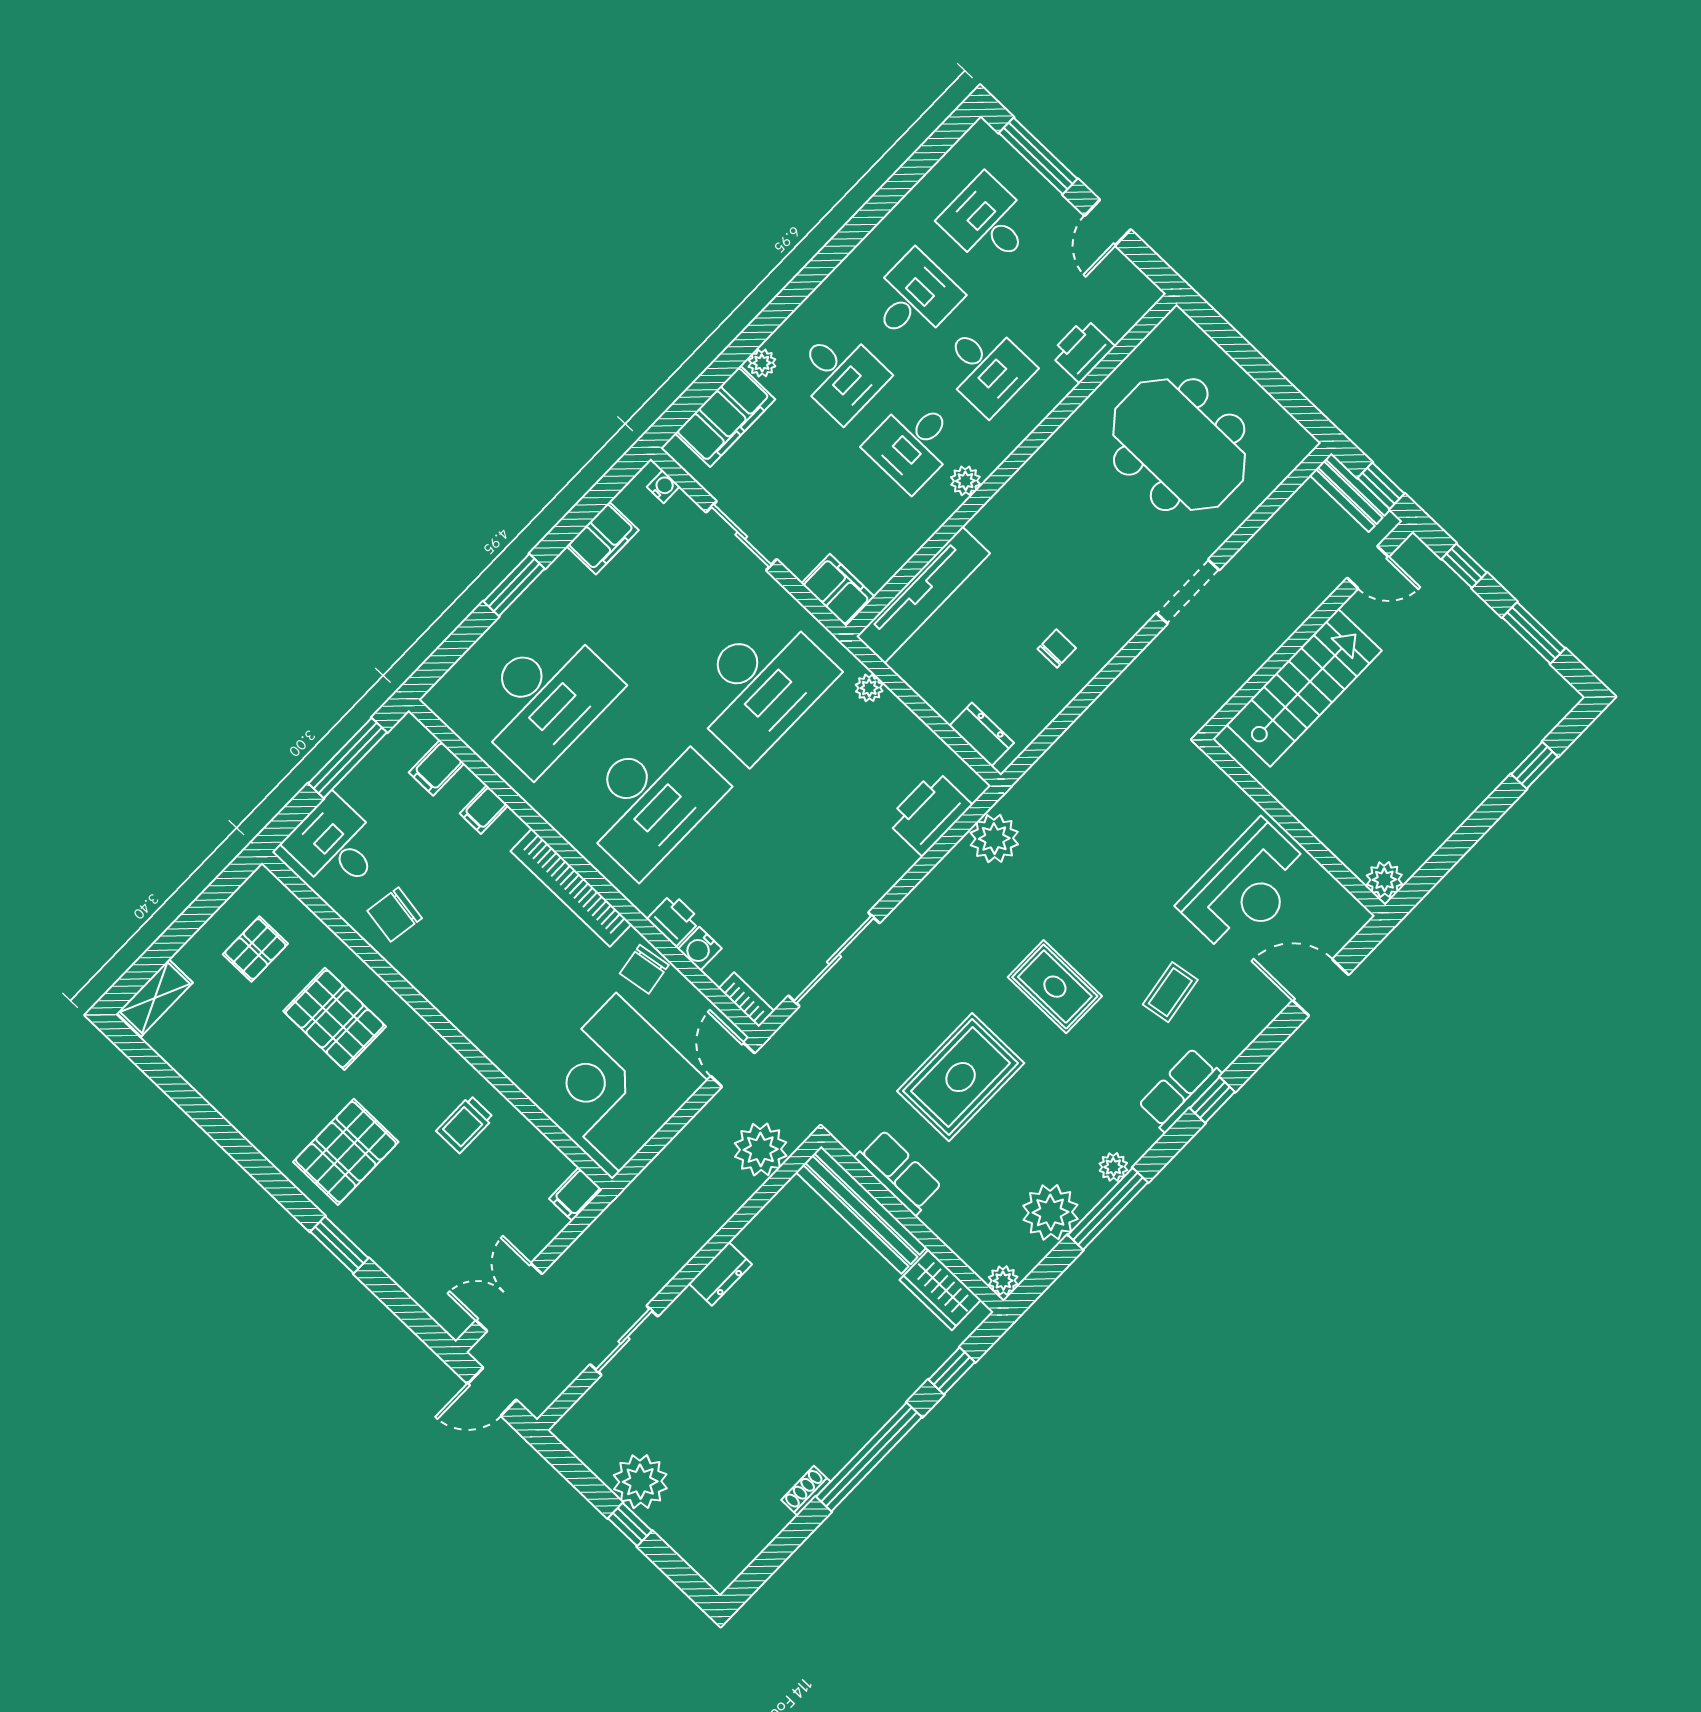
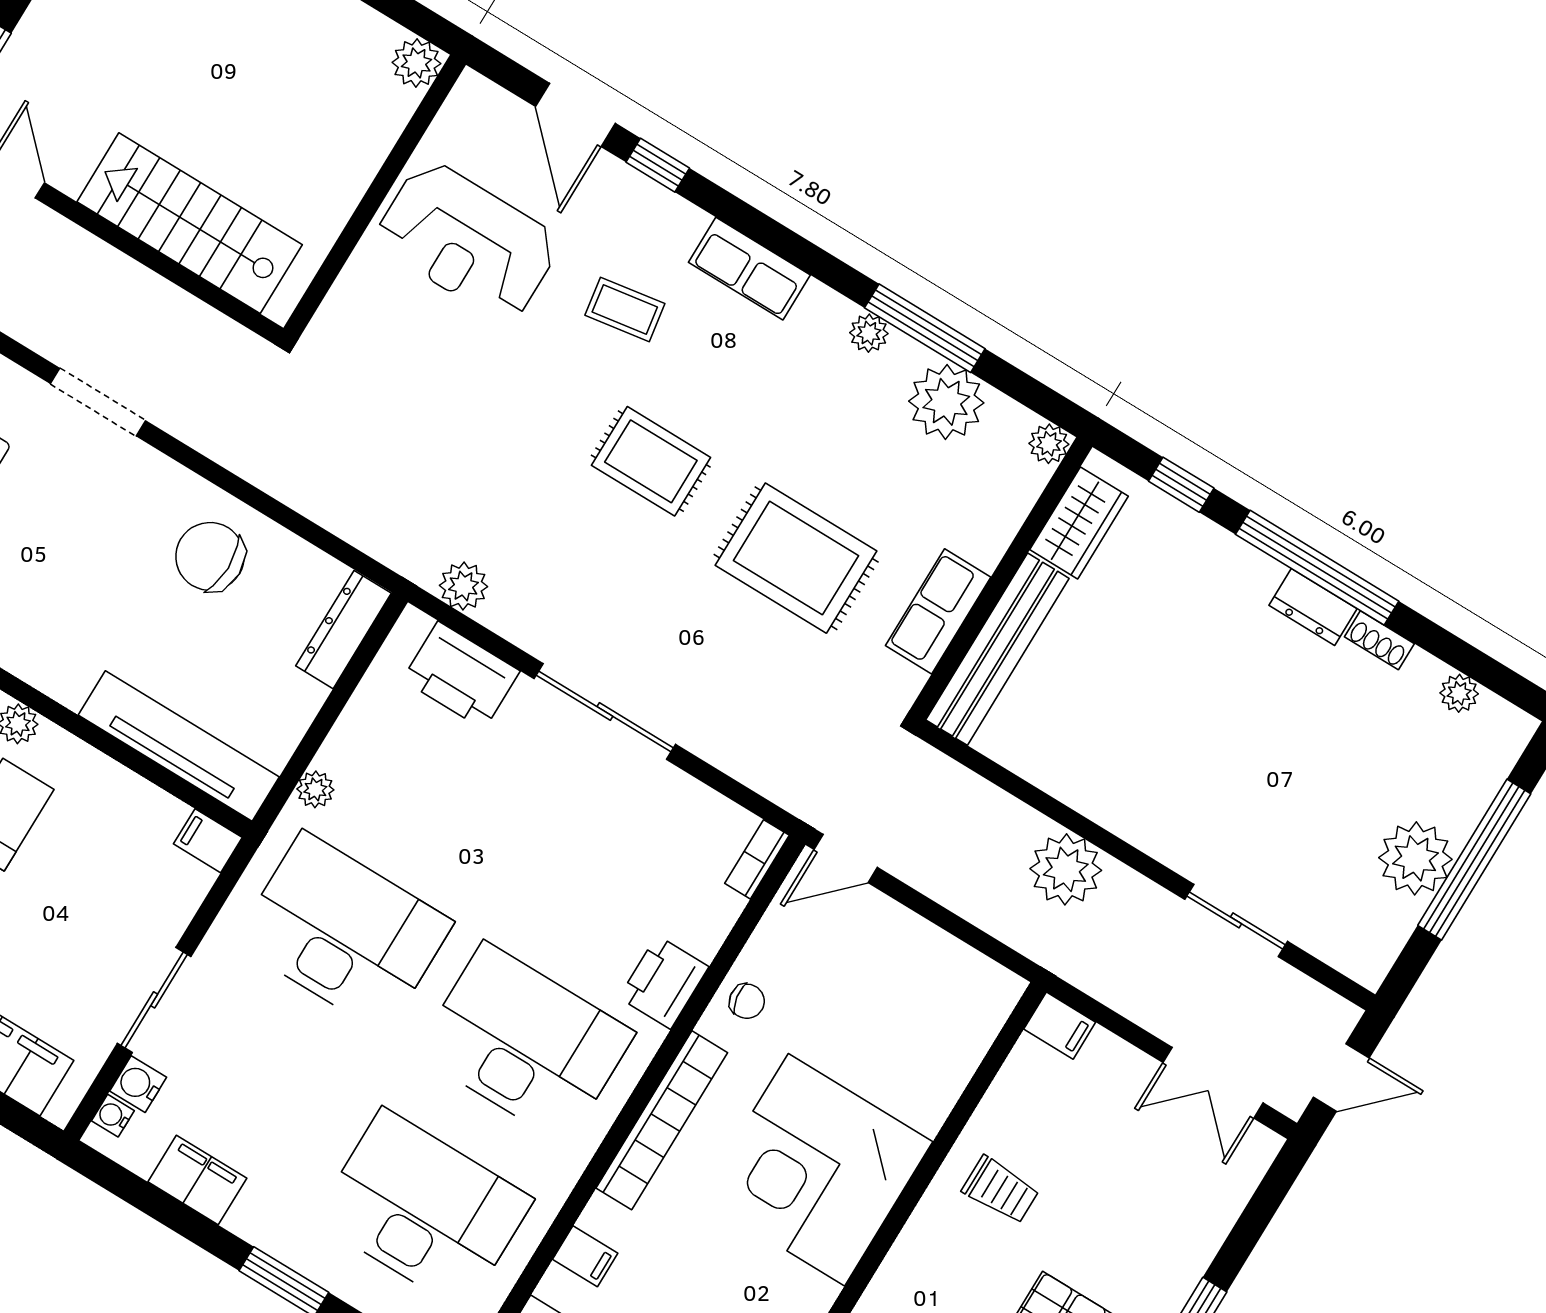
filing cabinet: (838, 590) -> (208, 841), width x0.50
chair: (1057, 649) -> (210, 556), width x1.87, depth x1.87
dresser: (982, 734) -> (344, 630), width x1.44
plant: (994, 839) -> (463, 586), width x0.73, depth x0.73
reception desk: (1246, 888) -> (467, 241), turned 180
printer: (674, 920) -> (664, 982), width x1.36, depth x1.24
water cooler: (700, 949) -> (138, 1084), moved, turned 180
sliding door: (834, 959) -> (605, 711), moved
chair: (644, 969) -> (747, 1001), width x0.73, depth x0.73
rug: (1055, 987) -> (651, 461), turned 90
corner desk: (618, 1082) -> (816, 1170), moved, turned 90
window: (1212, 1100) -> (658, 165), moved
plant: (761, 1149) -> (1066, 869), moved
dresser: (720, 1274) -> (1313, 607), moved, turned 180
door: (492, 1392) -> (1341, 1078), hinge flipped
window: (630, 1524) -> (1474, 860), width x3.17
plant: (754, 1540) -> (1459, 693), added

